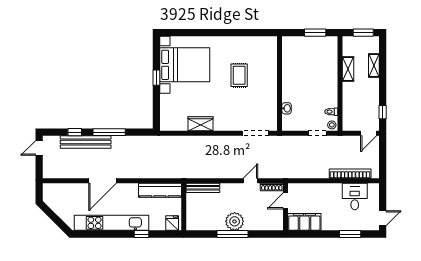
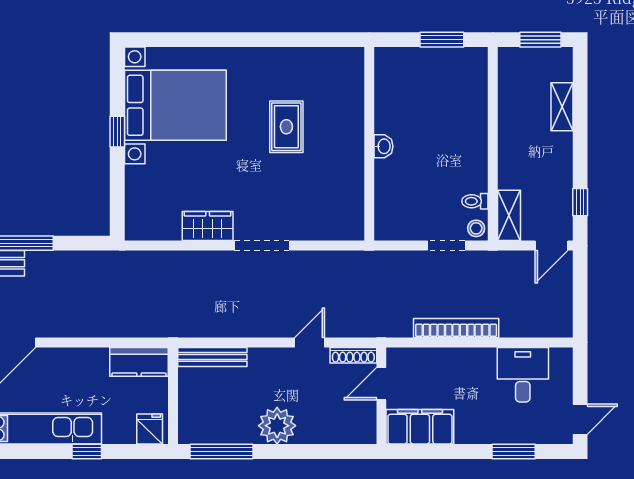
shelving: (348, 69) -> (509, 215), moved
washbasin: (287, 108) -> (384, 146), moved
doorway: (256, 133) -> (262, 246), moved
bookcase: (350, 174) -> (456, 328), moved
kitchen counter: (160, 190) -> (139, 362), width x0.67
window: (233, 234) -> (222, 452), moved

